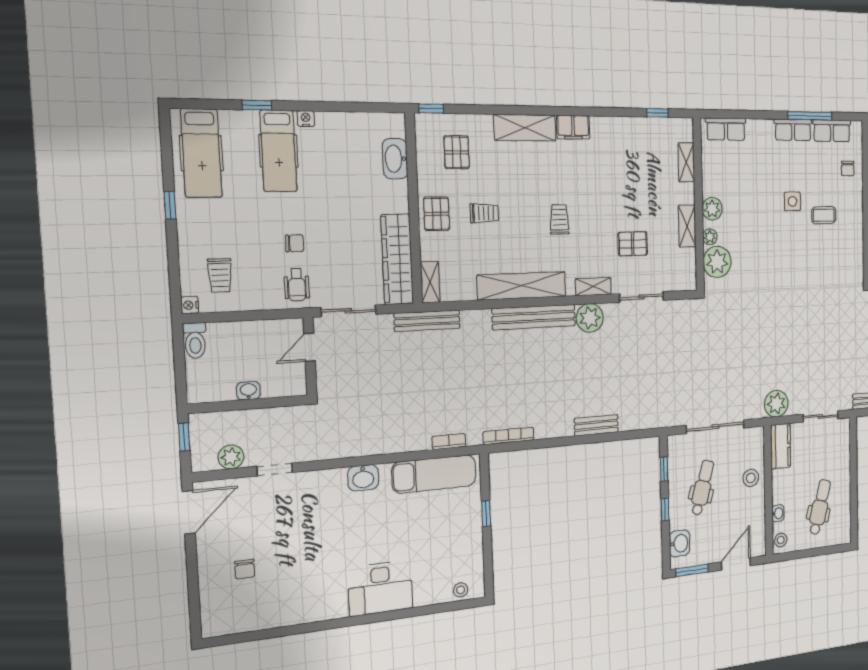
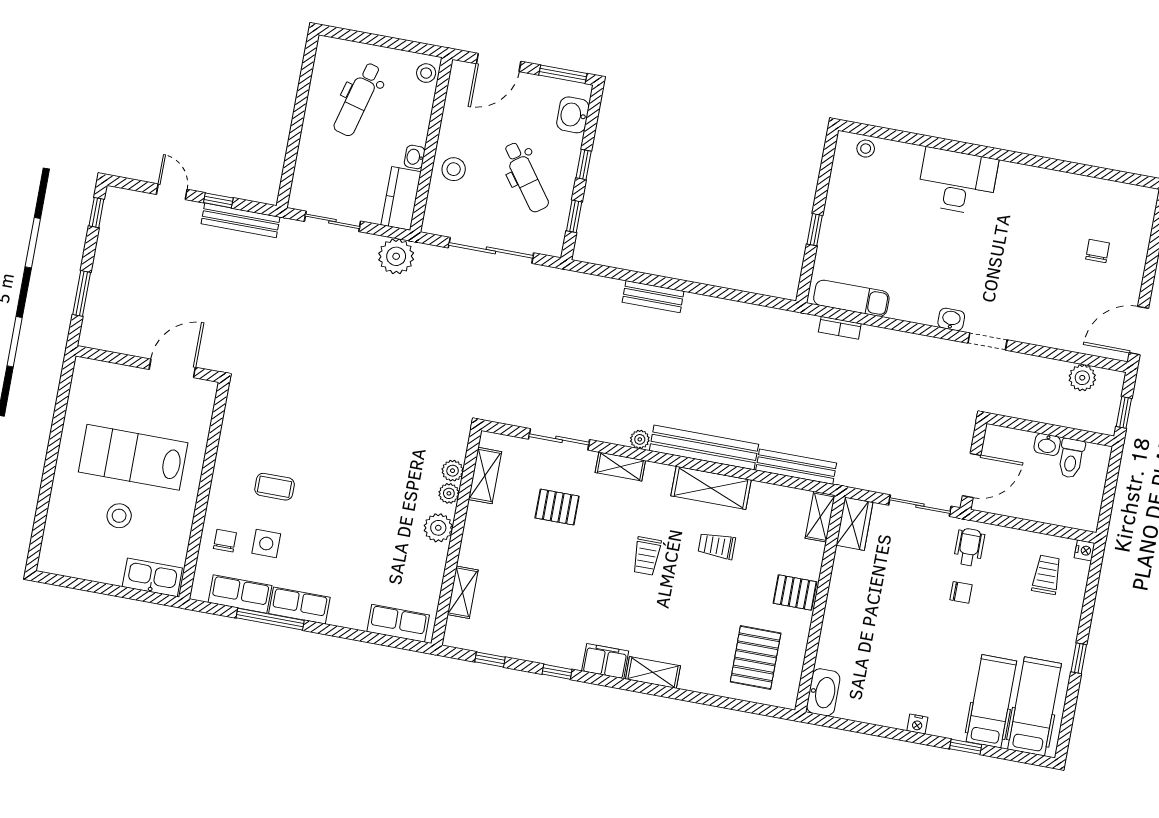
window: (431, 108) -> (557, 672), moved
shelving: (525, 128) -> (653, 672), width x0.67, depth x0.75
hospital bed: (278, 151) -> (991, 701), moved
pallet: (457, 152) -> (756, 657), width x1.50, depth x1.42
washbasin: (395, 159) -> (823, 692), moved
side table: (792, 201) -> (266, 544), moved
trolley: (484, 213) -> (717, 546), moved
pallet: (437, 214) -> (795, 593), turned 90
shelving: (687, 226) -> (485, 476), moved
chair: (294, 243) -> (961, 592), turned 180
wardrobe: (397, 259) -> (855, 524), width x0.48, depth x0.85
plant: (717, 262) -> (453, 471), width x0.53, depth x0.53
shelving: (522, 286) -> (711, 488), width x0.68
plant: (590, 318) -> (640, 439), width x0.53, depth x0.53
bench: (427, 321) -> (796, 467), moved
toilet: (195, 341) -> (1071, 458), moved, turned 180
door: (310, 347) -> (972, 476), width x1.38
bookcase: (509, 436) -> (767, 314), removed
doorway: (275, 469) -> (987, 341), moved
exam couch: (434, 474) -> (851, 298), width x0.73, depth x0.69
washbasin: (363, 478) -> (951, 319), width x0.72, depth x0.69
dental chair: (702, 488) -> (526, 177), turned -52
washbasin: (778, 513) -> (415, 157), moved

